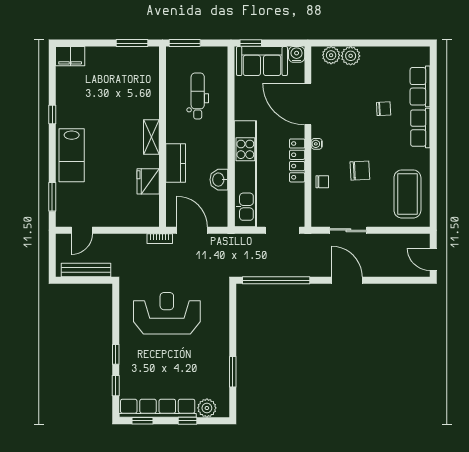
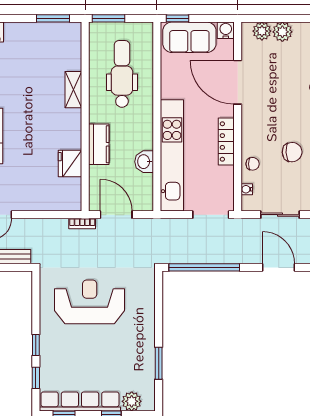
dental chair: (198, 96) -> (122, 74), width x1.36, depth x1.38
shelving: (151, 137) -> (73, 90), moved
water cooler: (317, 144) -> (247, 189), moved

